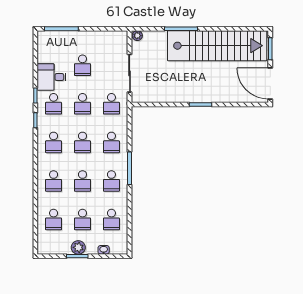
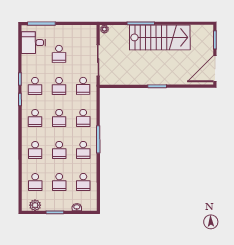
stairs: (217, 46) -> (160, 37), width x0.73
desk: (52, 77) -> (33, 43), moved
door: (270, 83) -> (215, 69), hinge flipped
plant: (78, 247) -> (35, 205), moved

